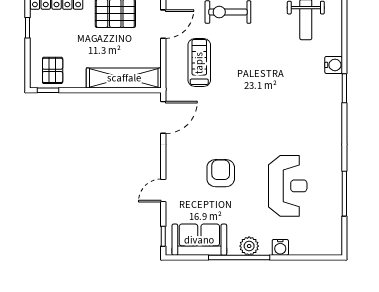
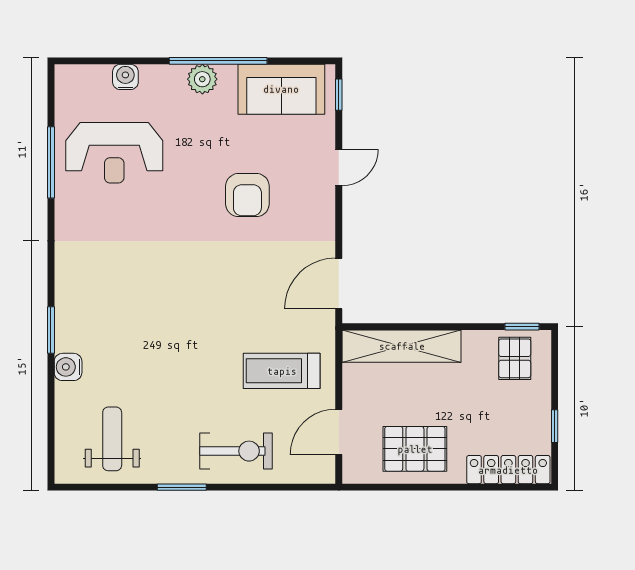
treadmill: (199, 63) -> (282, 371), turned 90
reception desk: (288, 186) -> (114, 153), moved, turned -90
water cooler: (280, 247) -> (125, 77), moved

